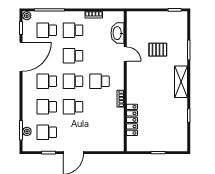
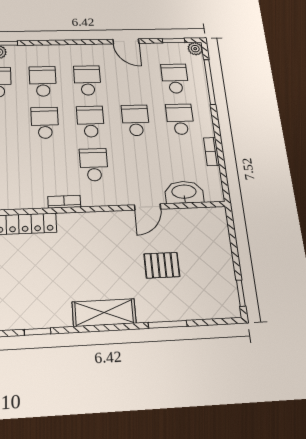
pallet: (158, 50) -> (162, 265), turned 90
door: (21, 57) -> (126, 41), width x0.53

